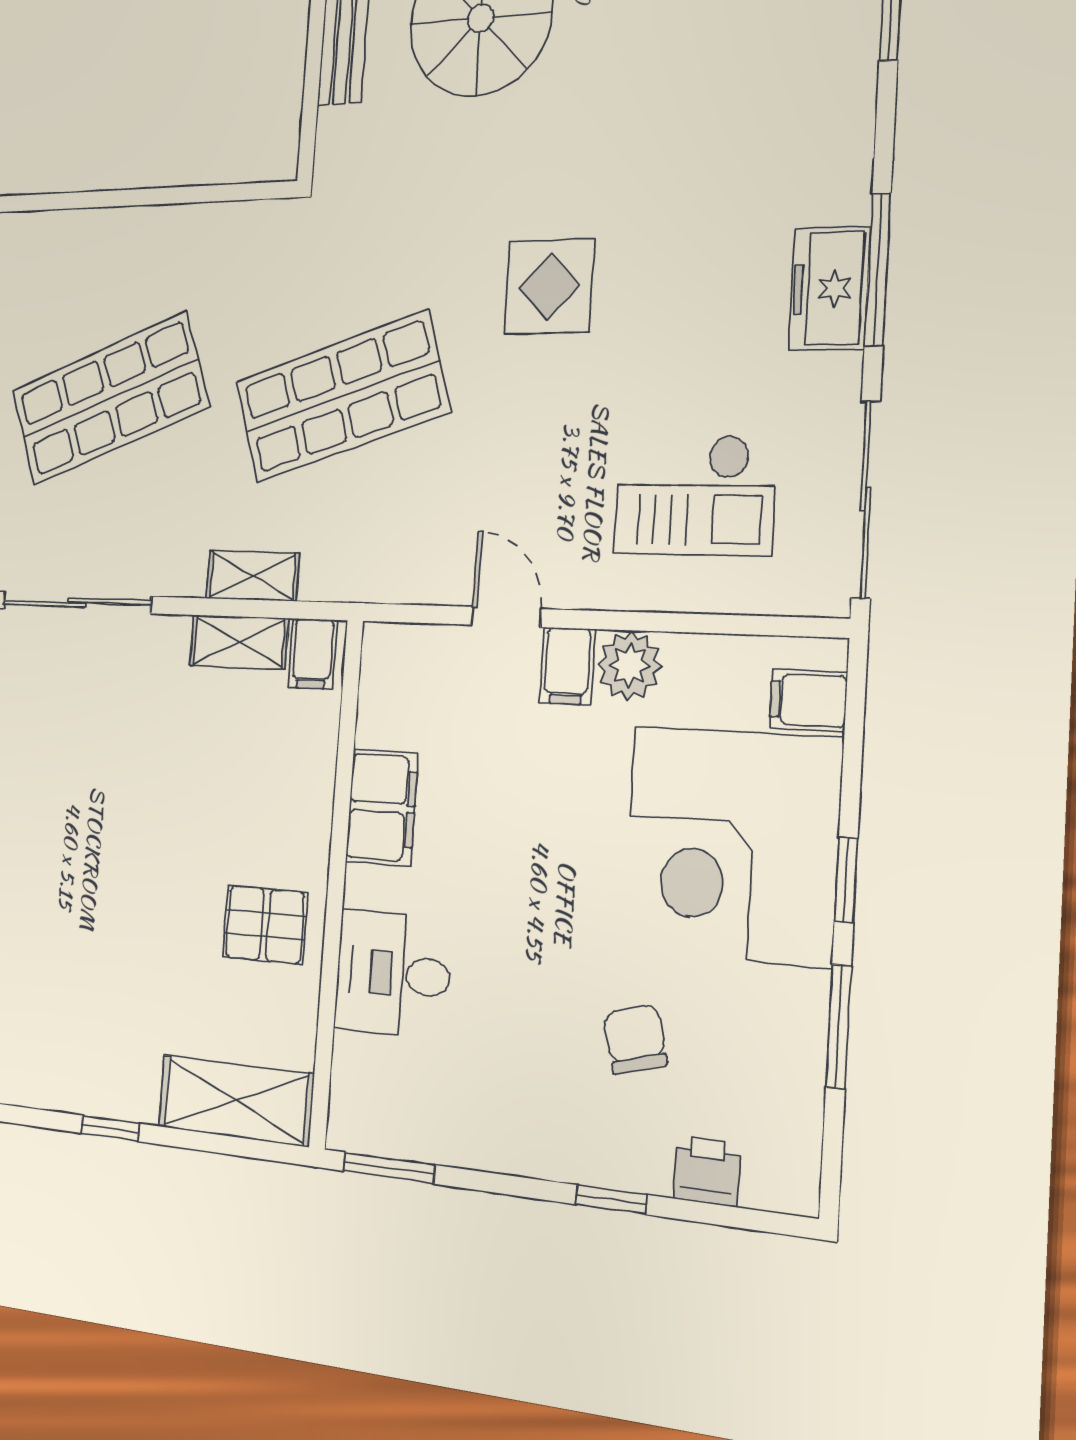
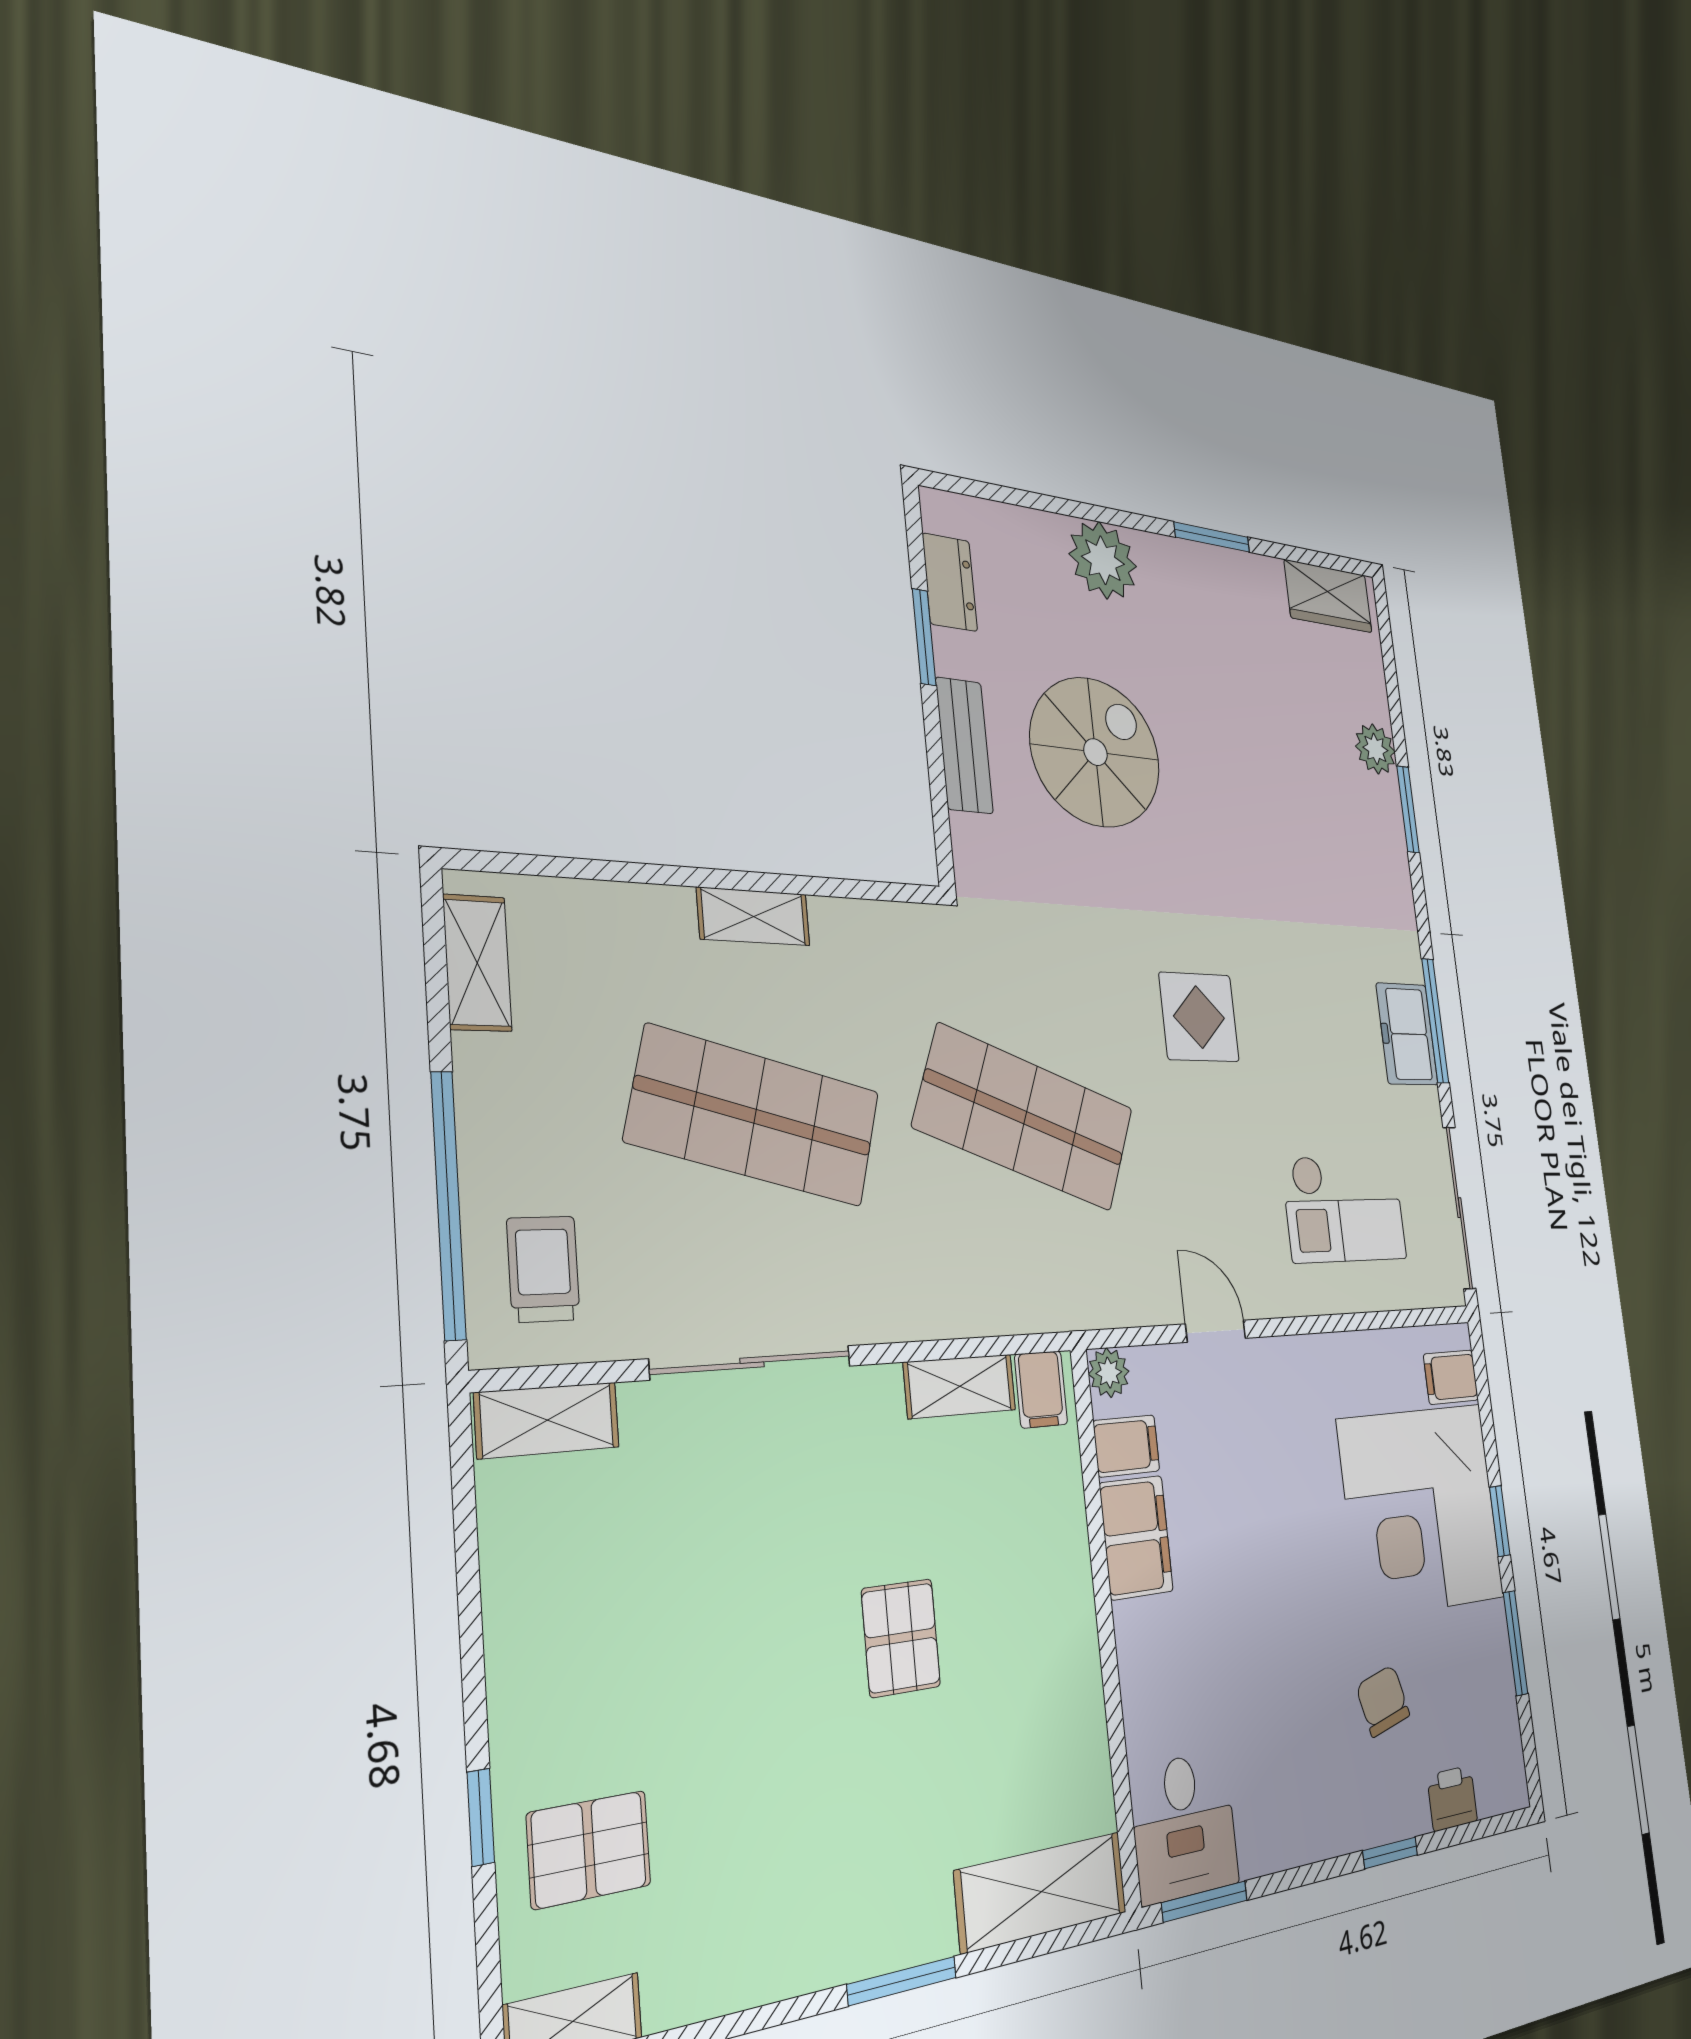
shop shelf: (342, 397) -> (1025, 1118), turned 39
shop shelf: (110, 399) -> (755, 1116), turned 36
shelving: (253, 576) -> (754, 917), moved
filing cabinet: (567, 666) -> (1126, 1446), moved, turned -90
plant: (630, 666) -> (1109, 1373), moved, width x0.73, depth x0.73
pallet: (265, 925) -> (901, 1638), moved, turned 90
desk: (393, 974) -> (1184, 1826), moved, turned -90
window: (110, 1128) -> (902, 1981), width x1.50

